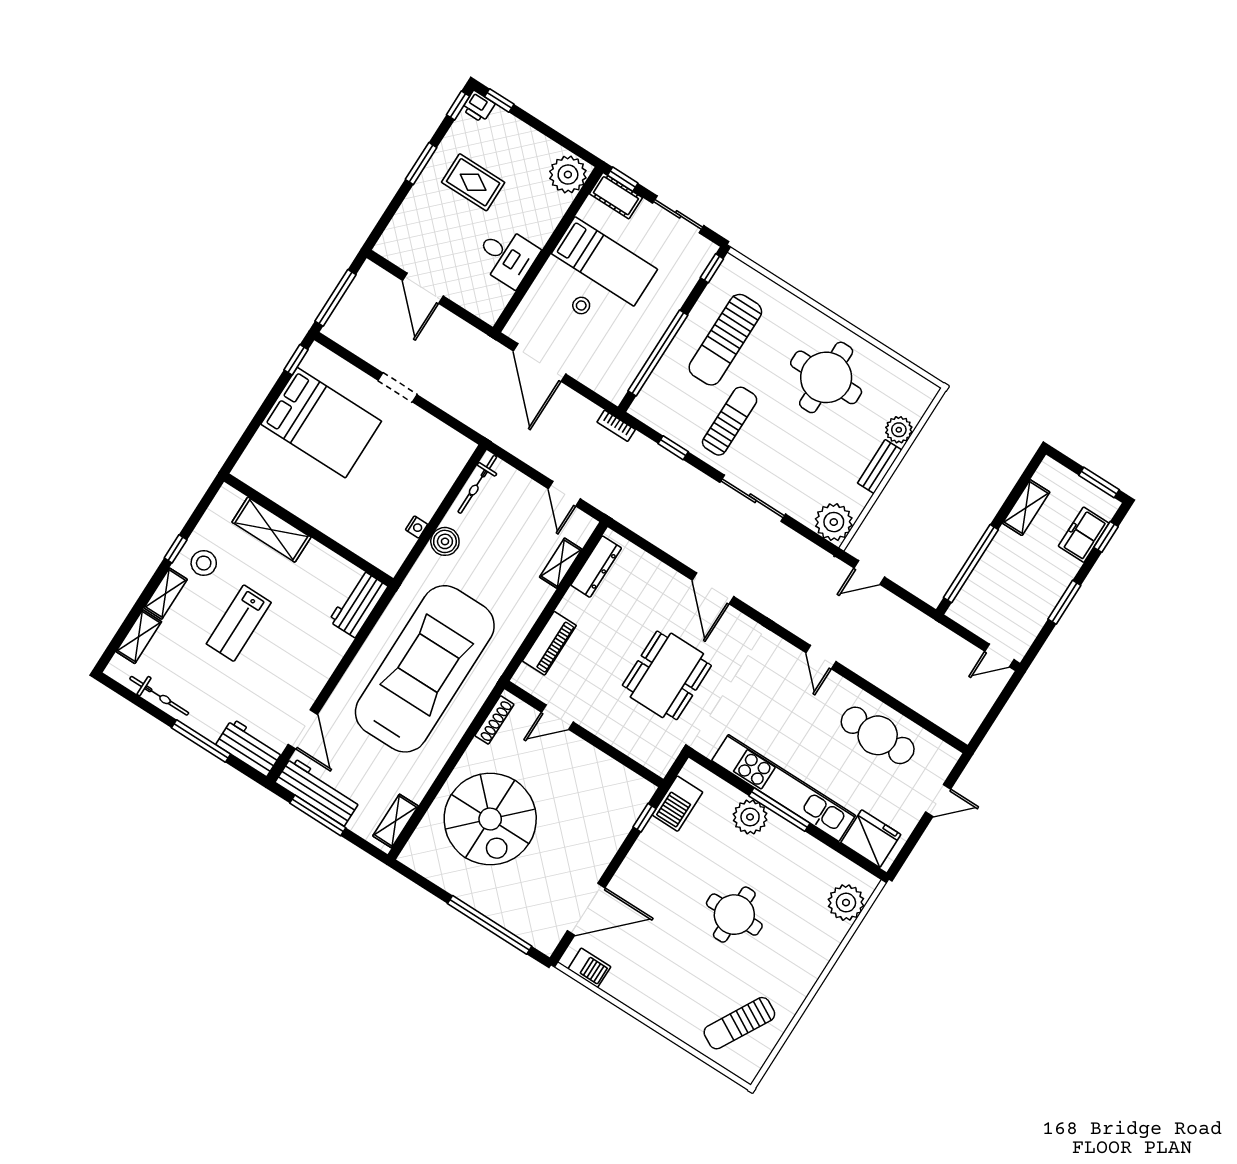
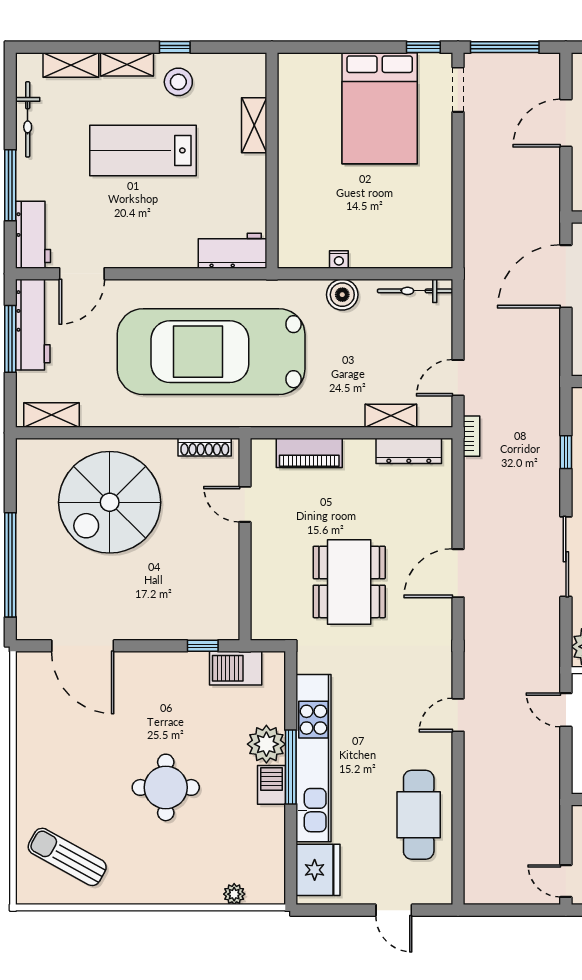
doorway: (398, 387) -> (458, 90), moved
bookcase: (616, 426) -> (472, 436), moved, turned 180
shelving: (271, 530) -> (254, 125), width x0.67, depth x0.75
lab bench: (239, 623) -> (143, 150), width x1.36, depth x1.39
car: (425, 669) -> (211, 352), turned 180
dining table: (667, 675) -> (349, 582), turned 90
plant: (846, 903) -> (234, 894), width x0.53, depth x0.53
barbecue: (589, 968) -> (272, 785), moved, turned 180

